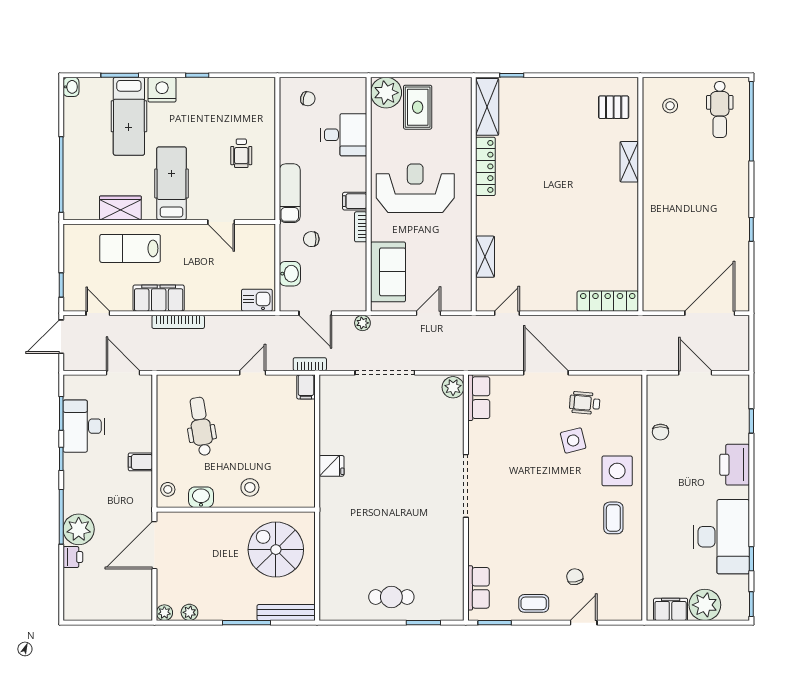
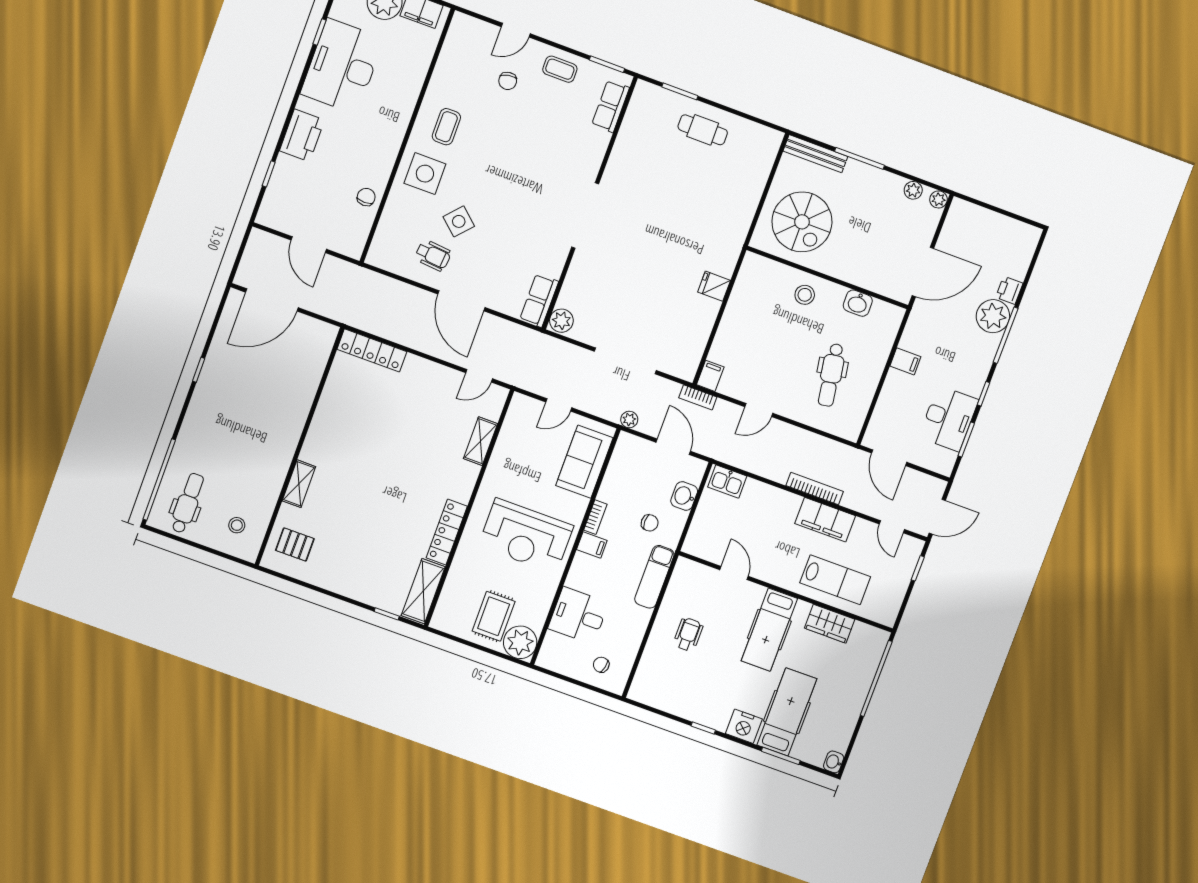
side table: (573, 440) -> (459, 221), turned -34
stool: (168, 489) -> (888, 323), removed

